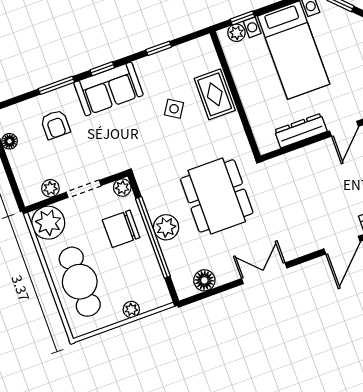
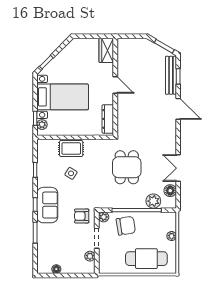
armchair: (55, 125) -> (82, 216), moved, turned 180
dresser: (301, 131) -> (108, 119), moved
dining table: (217, 196) -> (127, 167), width x0.73
plant: (48, 223) -> (108, 264), removed
plant: (166, 227) -> (153, 201), moved
chair: (121, 229) -> (126, 226), turned -99
double door: (264, 273) -> (178, 168), moved

